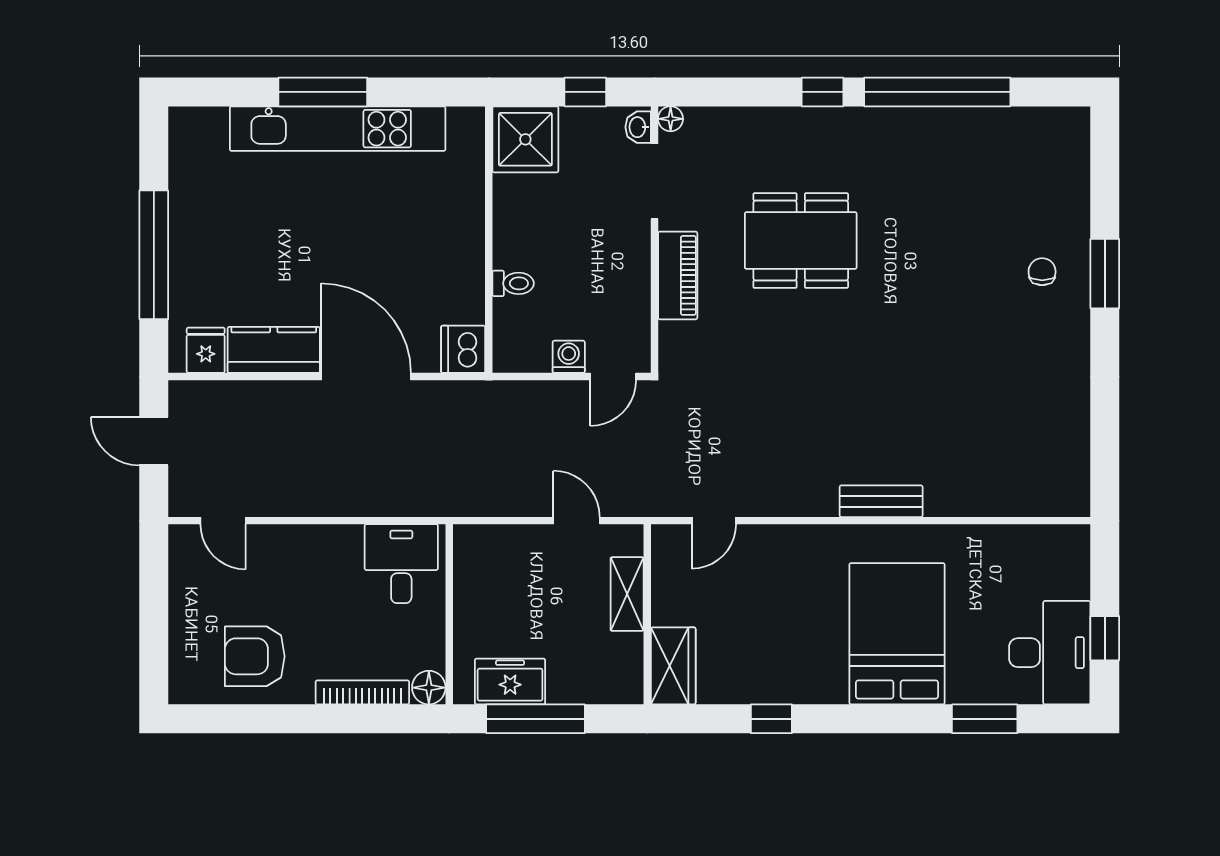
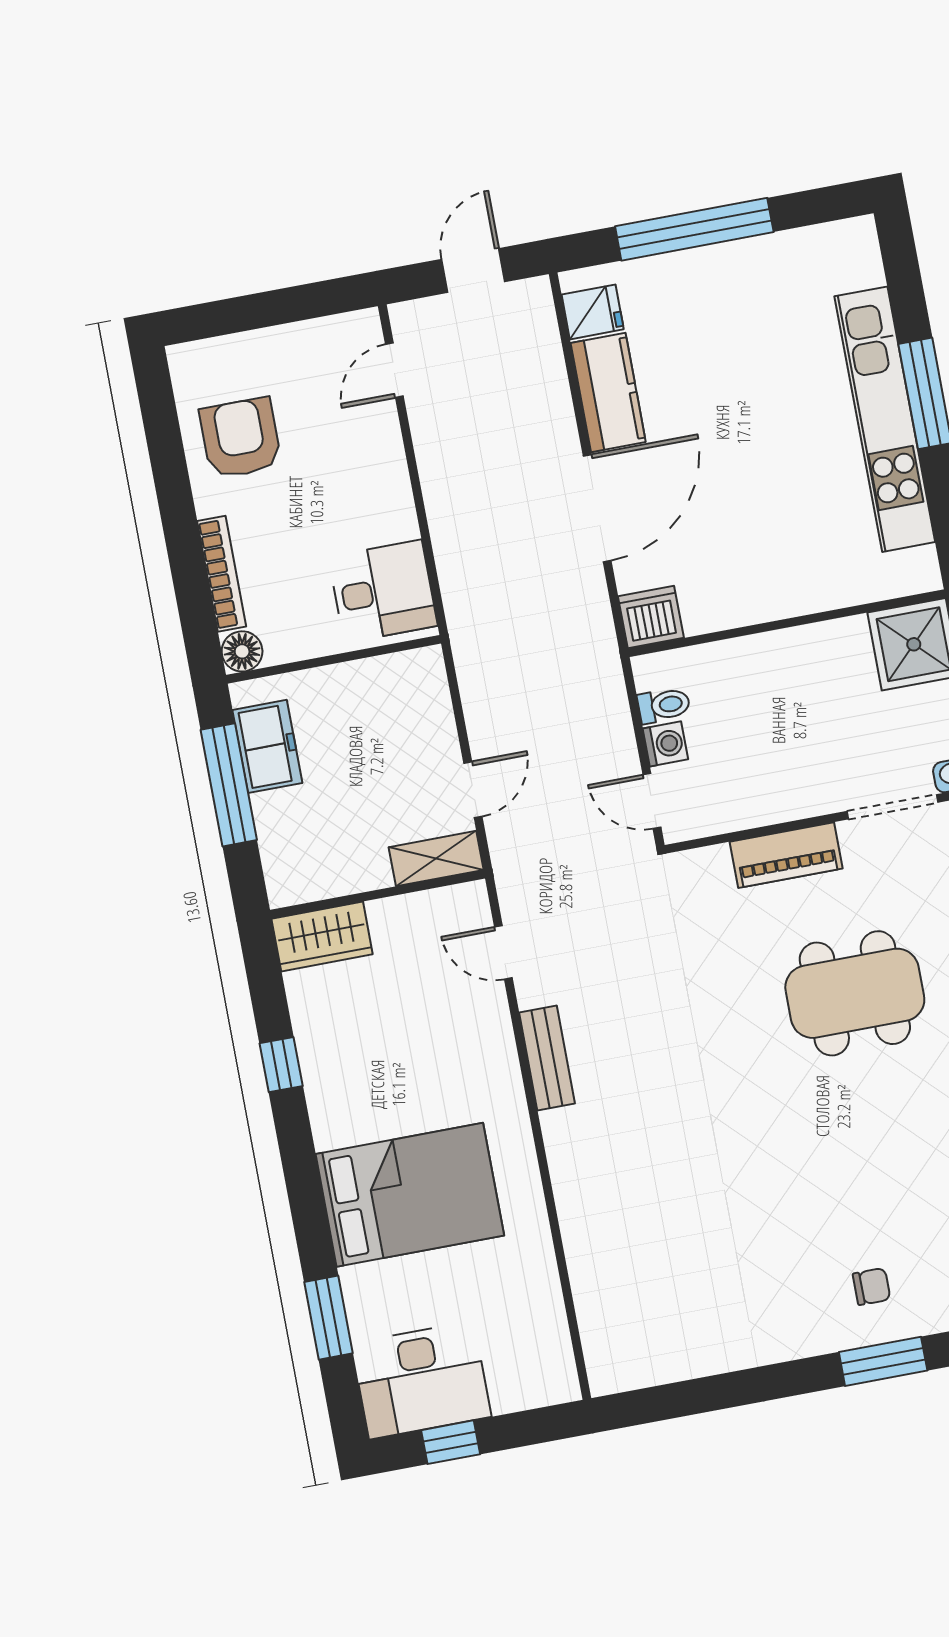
dining table: (801, 241) -> (855, 993), turned 90
toilet: (513, 283) -> (664, 705), moved, turned -90
bench: (881, 501) -> (547, 1058), moved
shelving: (627, 594) -> (436, 859), moved

